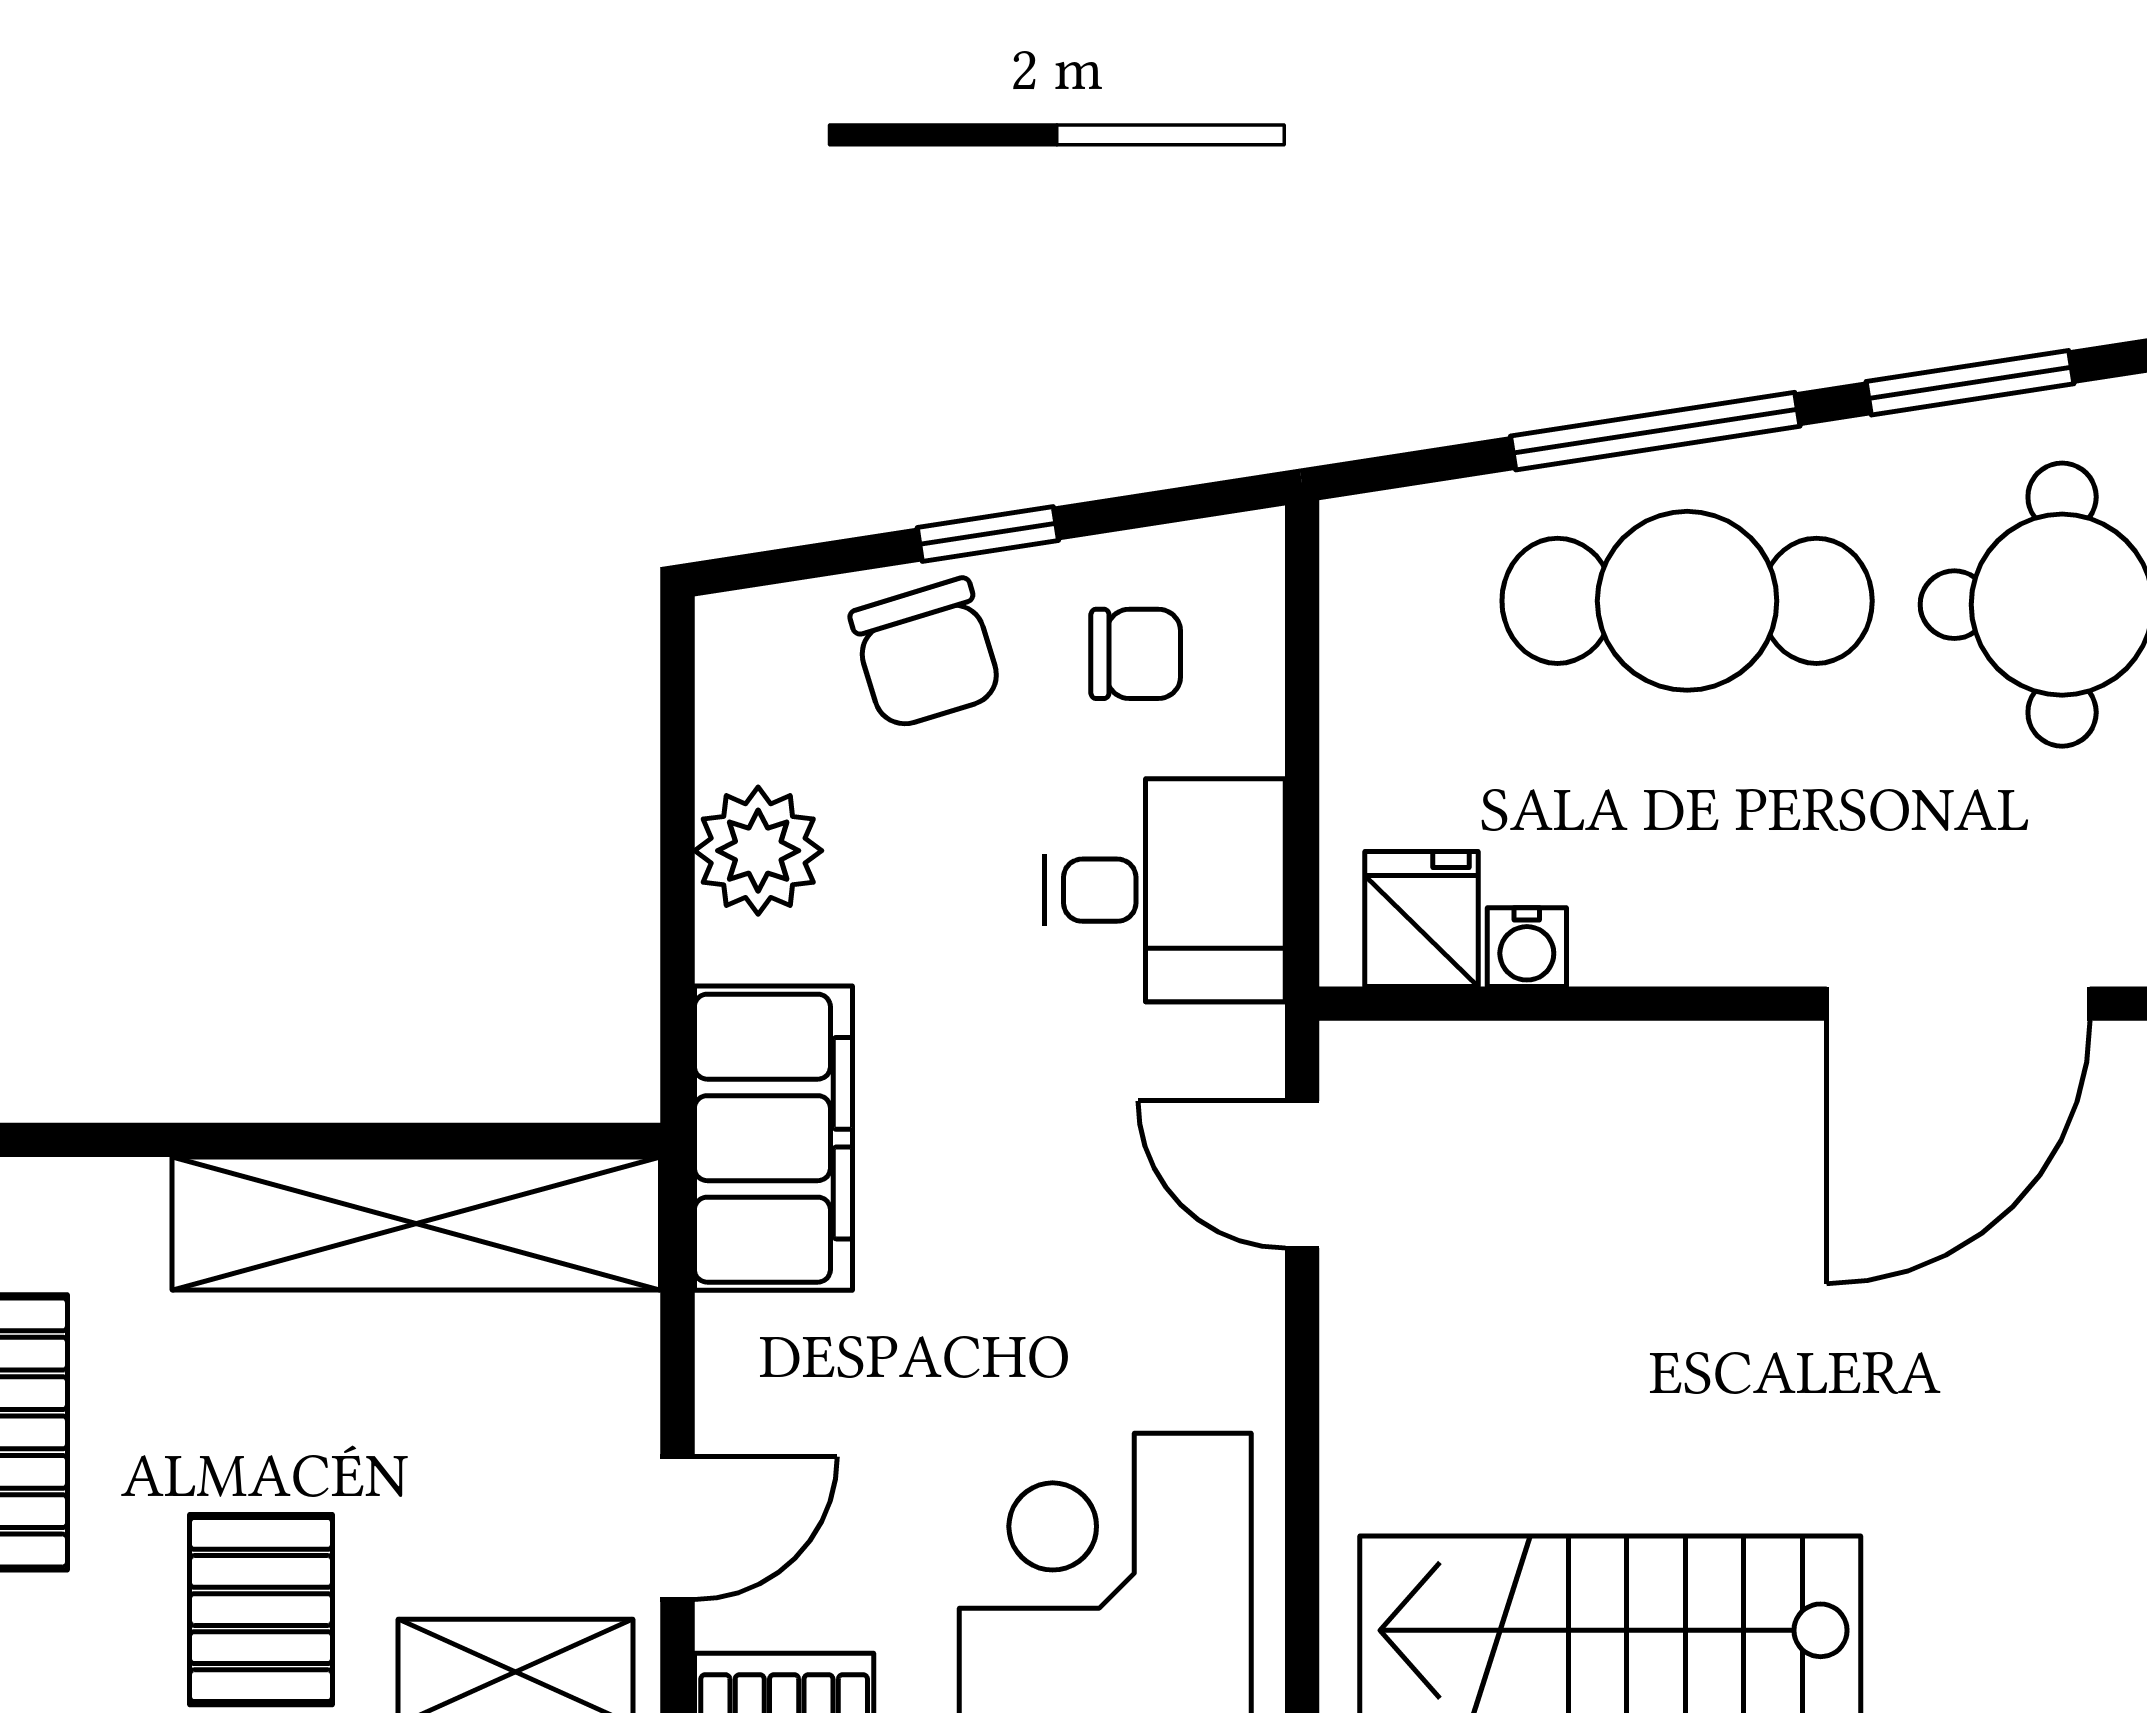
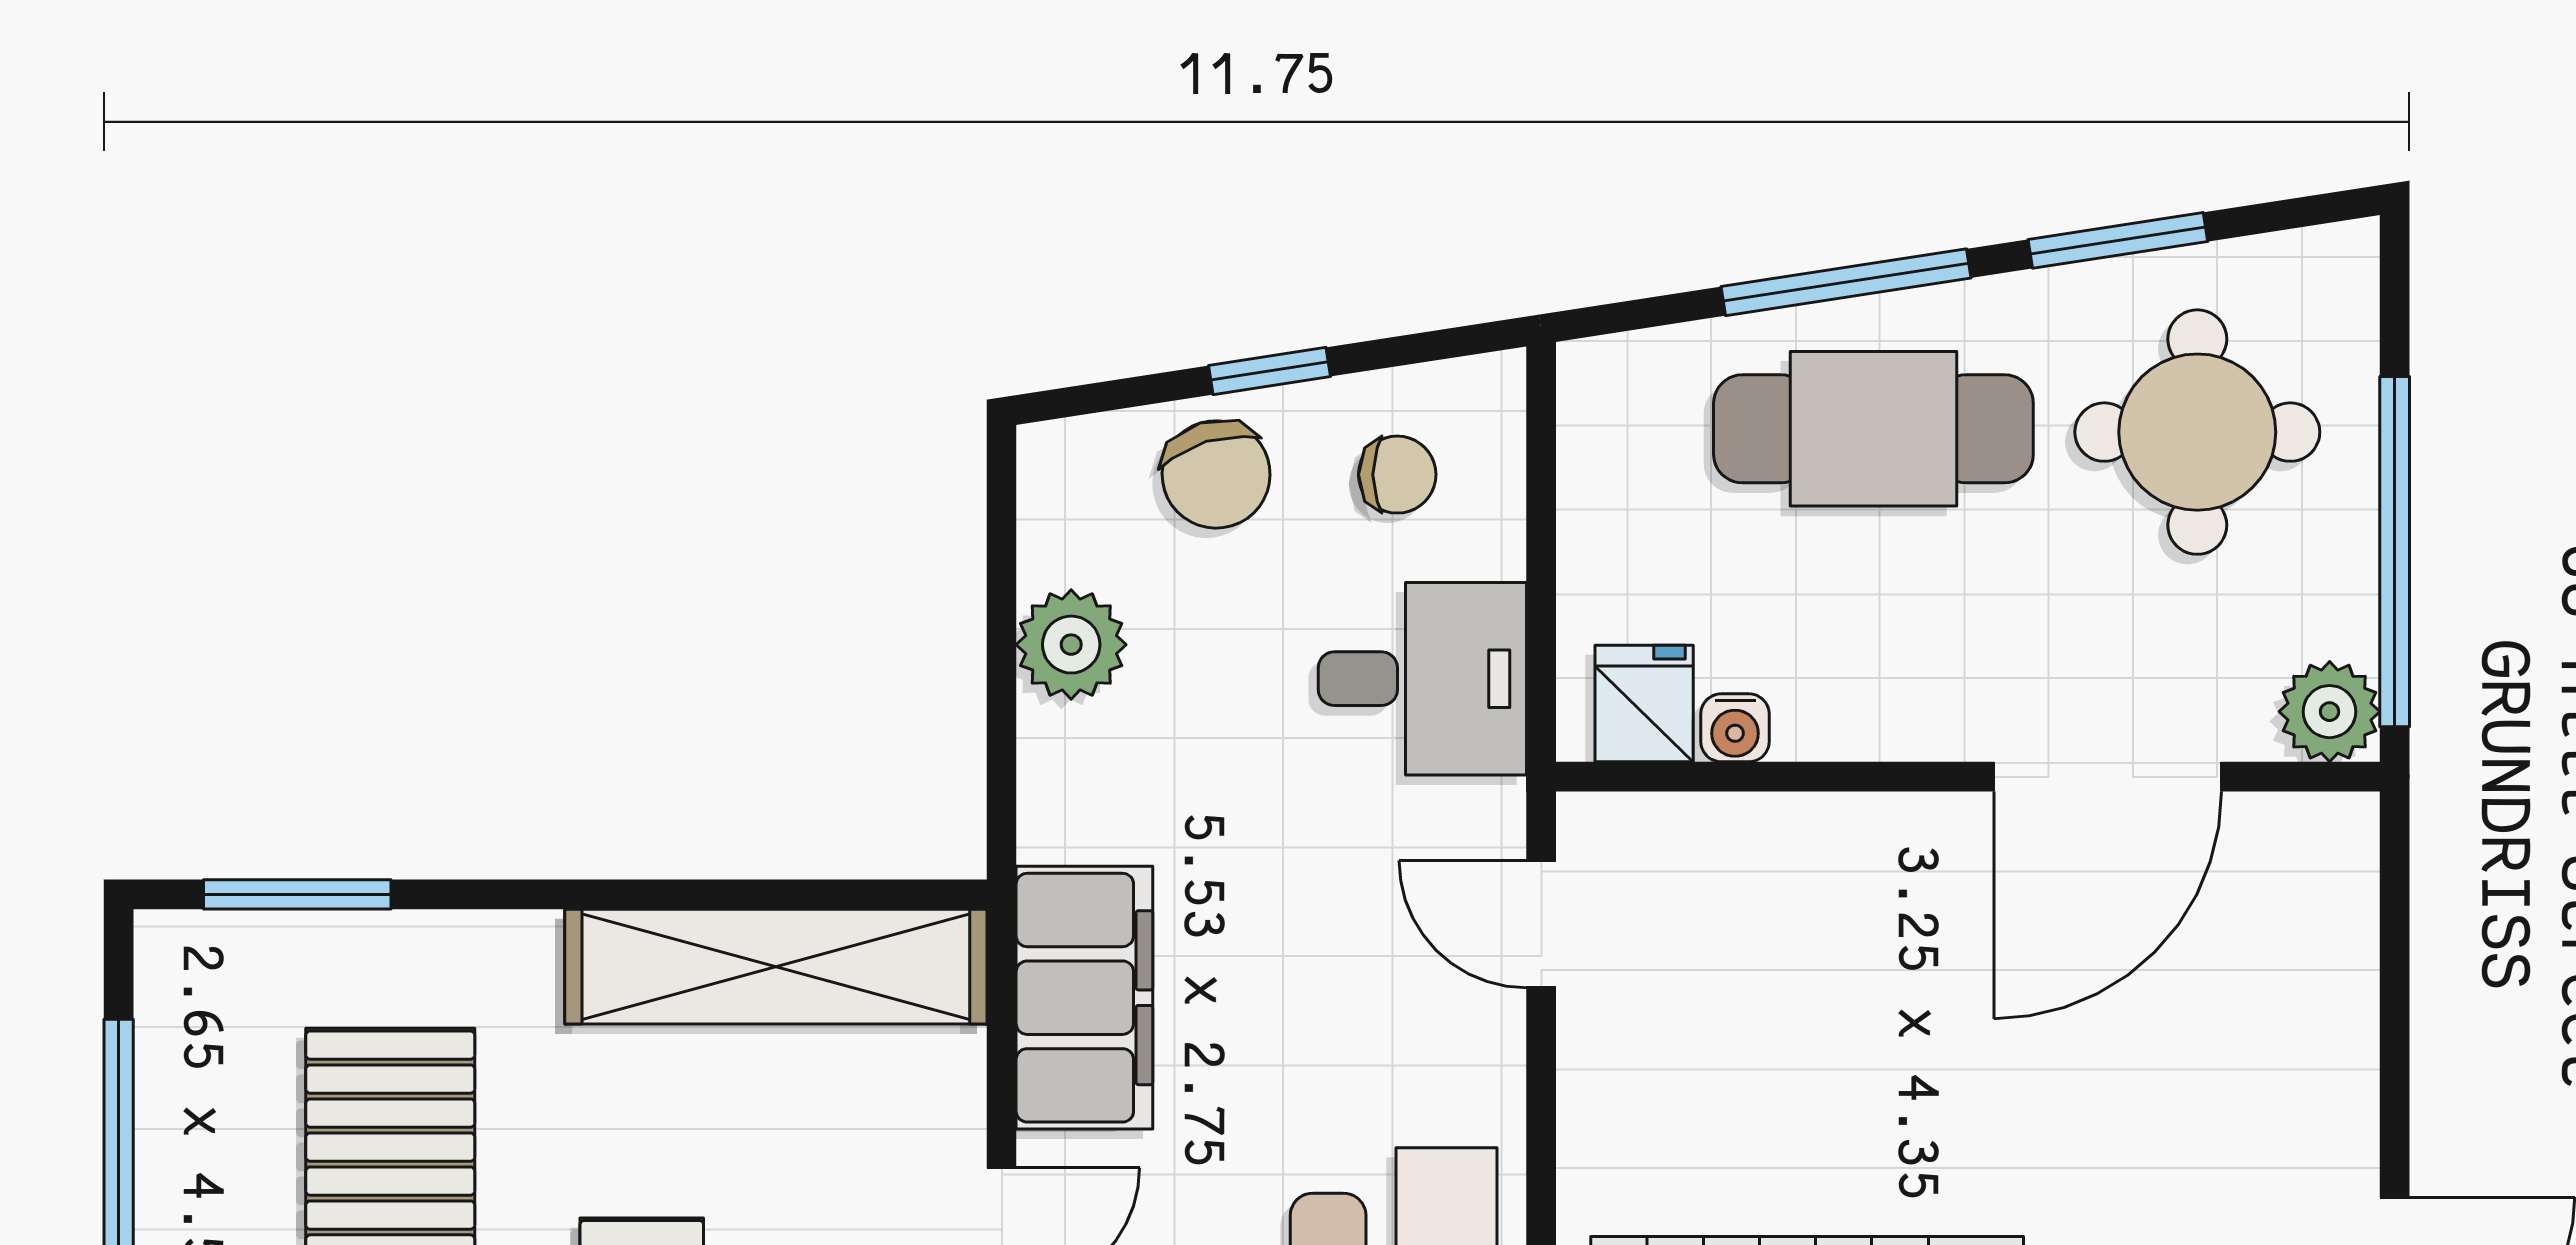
filing cabinet: (773, 1138) -> (1084, 998), moved

